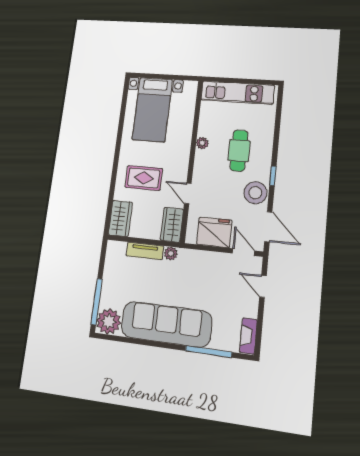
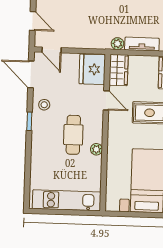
cafe table: (239, 151) -> (73, 135), moved
stool: (255, 193) -> (44, 105), width x0.53, depth x0.53
fridge: (214, 232) -> (92, 69), moved, turned 90

